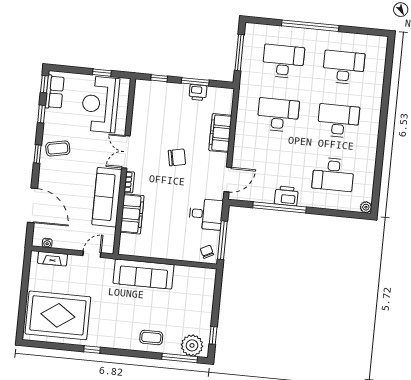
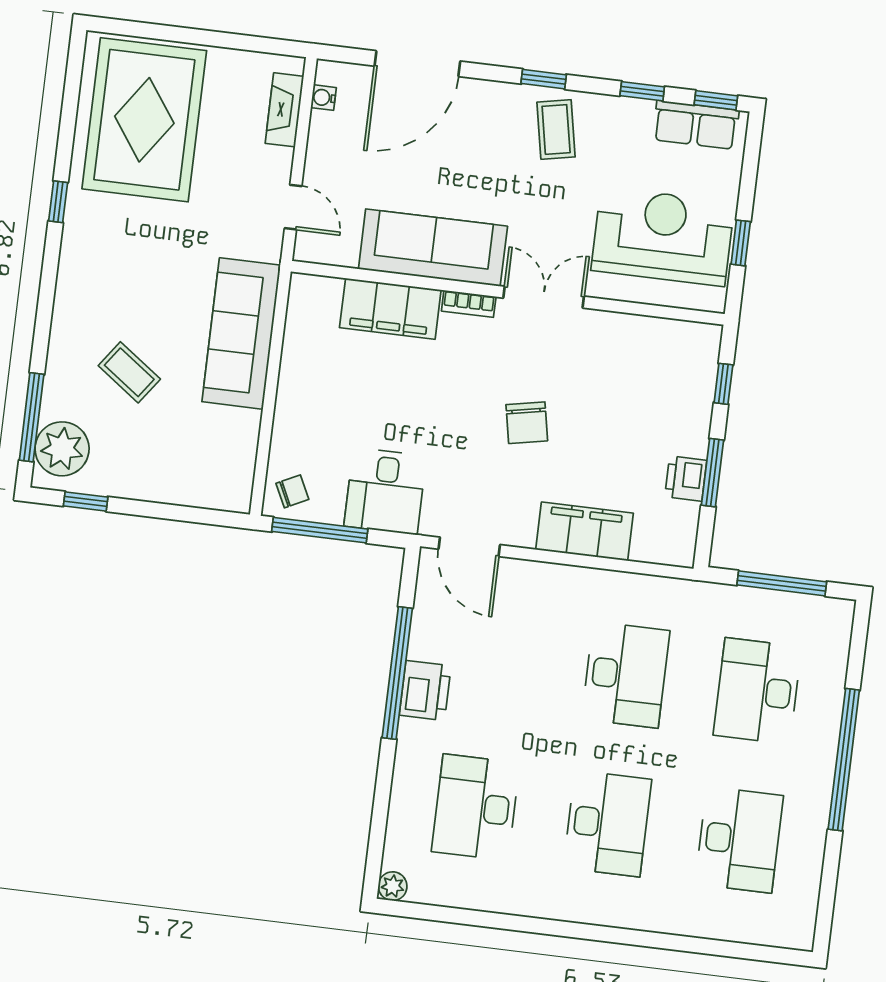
desk: (283, 61) -> (757, 691), turned 180
coffee table: (151, 338) -> (129, 372), moved, turned -54

